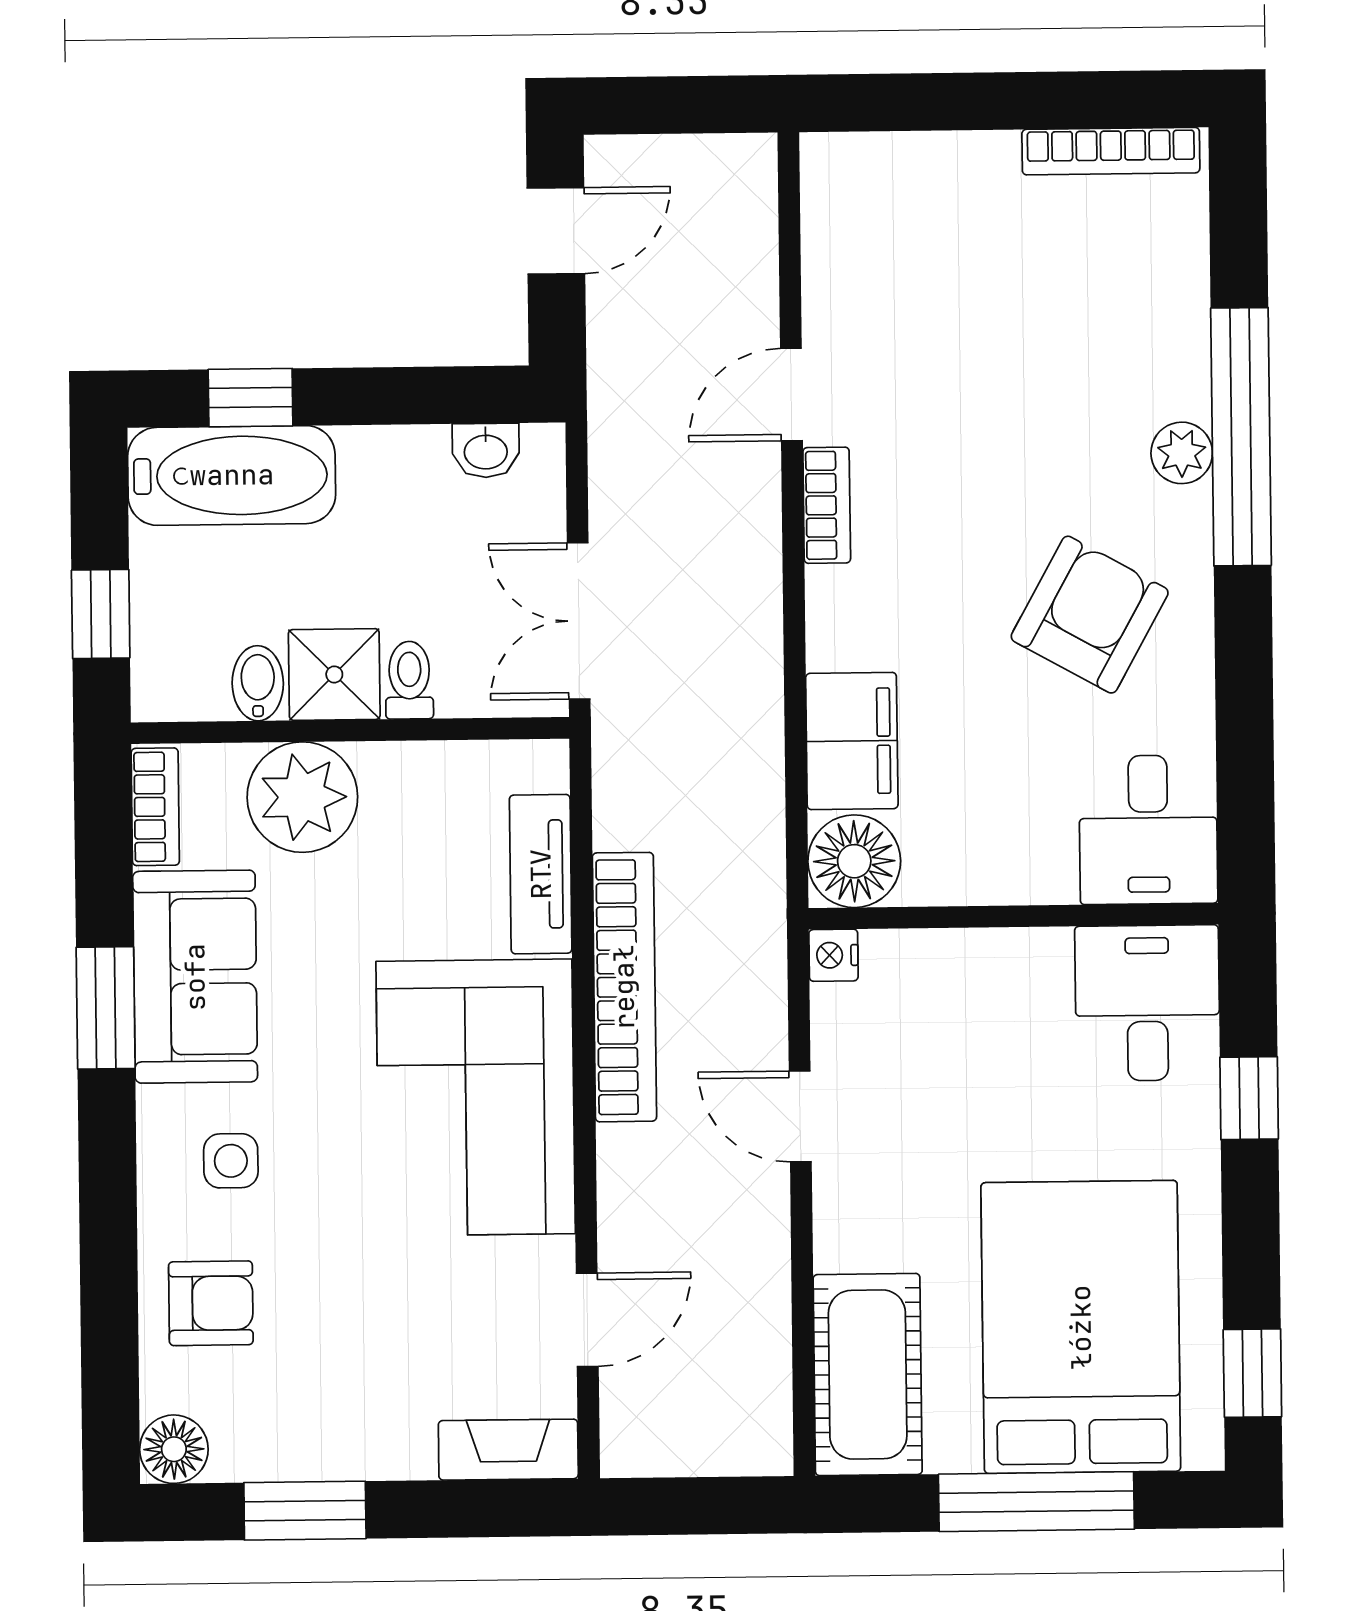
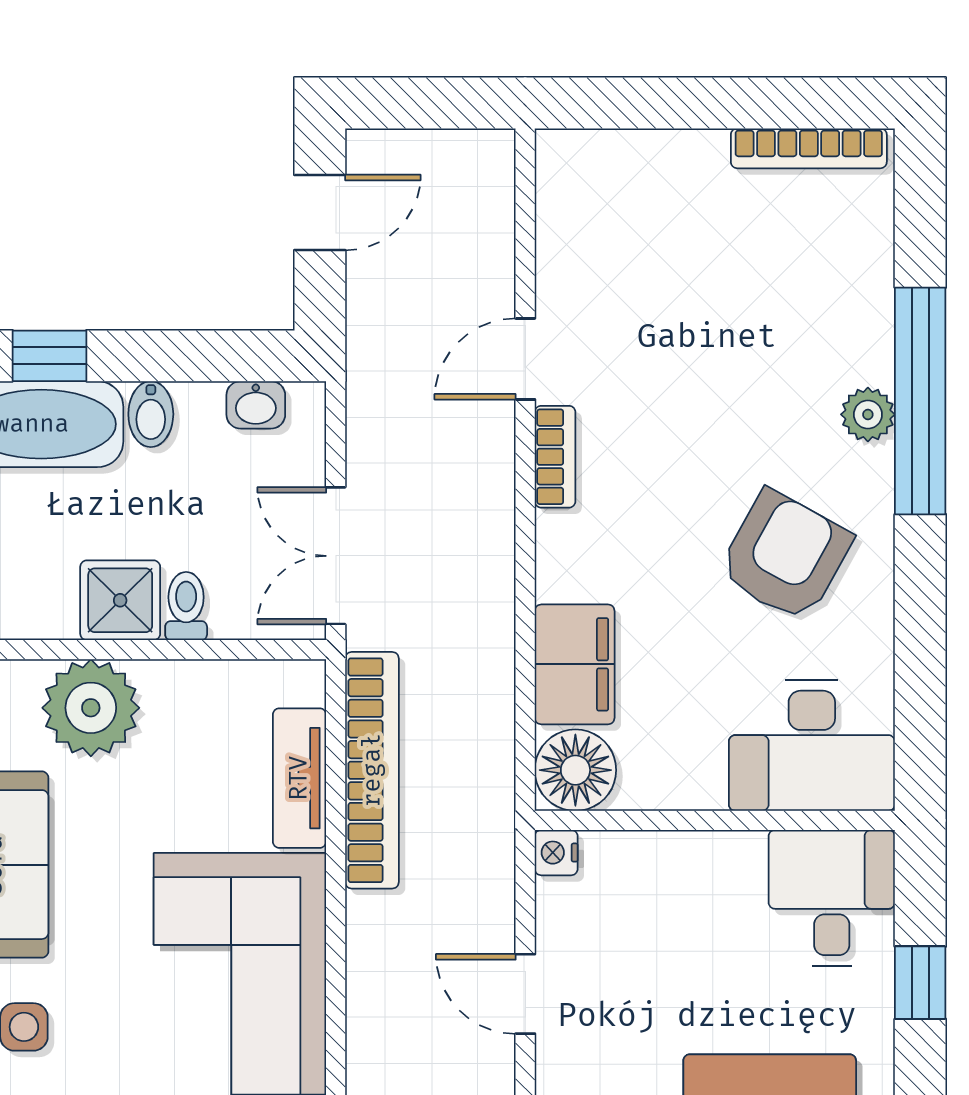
bidet: (258, 683) -> (151, 414), moved, turned 180
desk: (1148, 830) -> (812, 746), width x1.37
bookcase: (624, 987) -> (372, 770), moved

